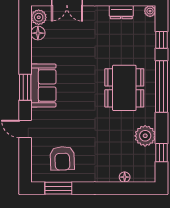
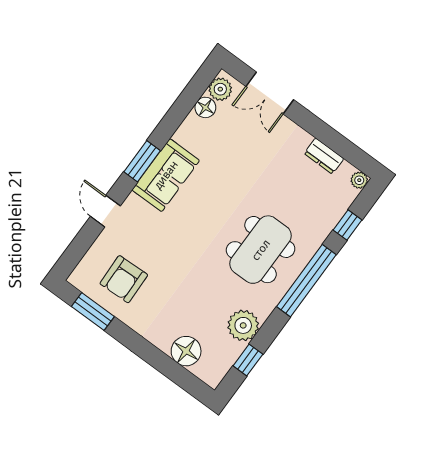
floor lamp: (125, 177) -> (186, 351), width x1.89, depth x1.89

